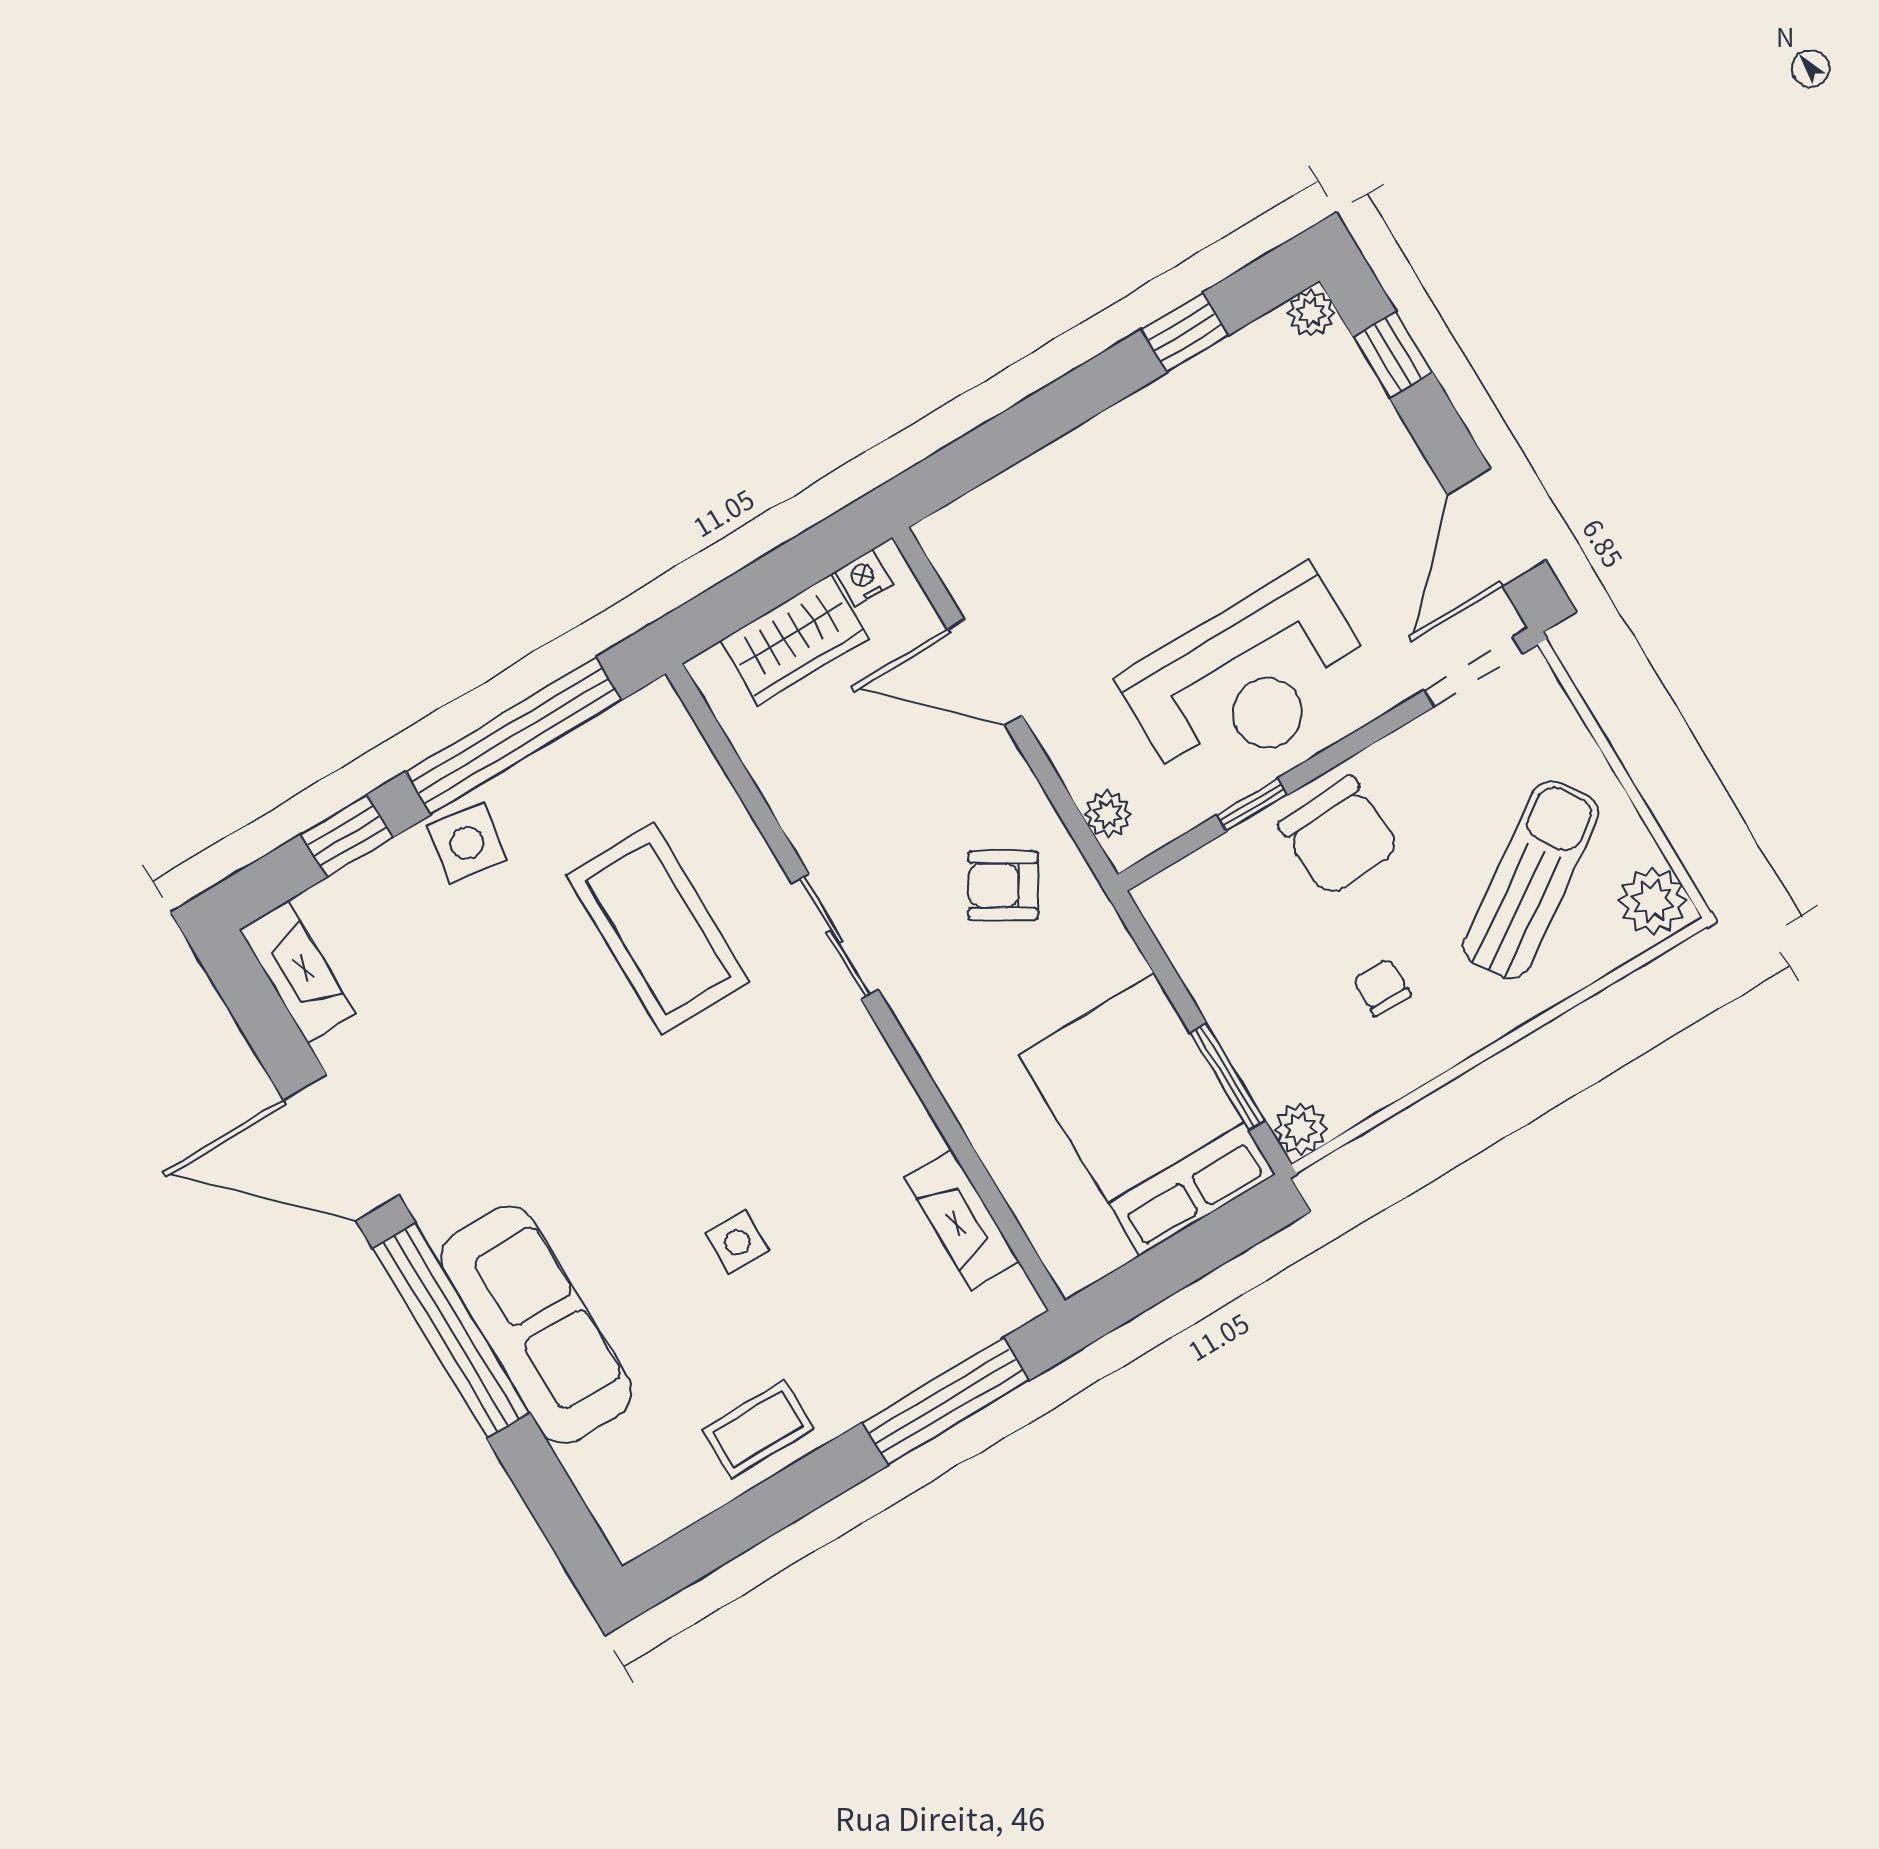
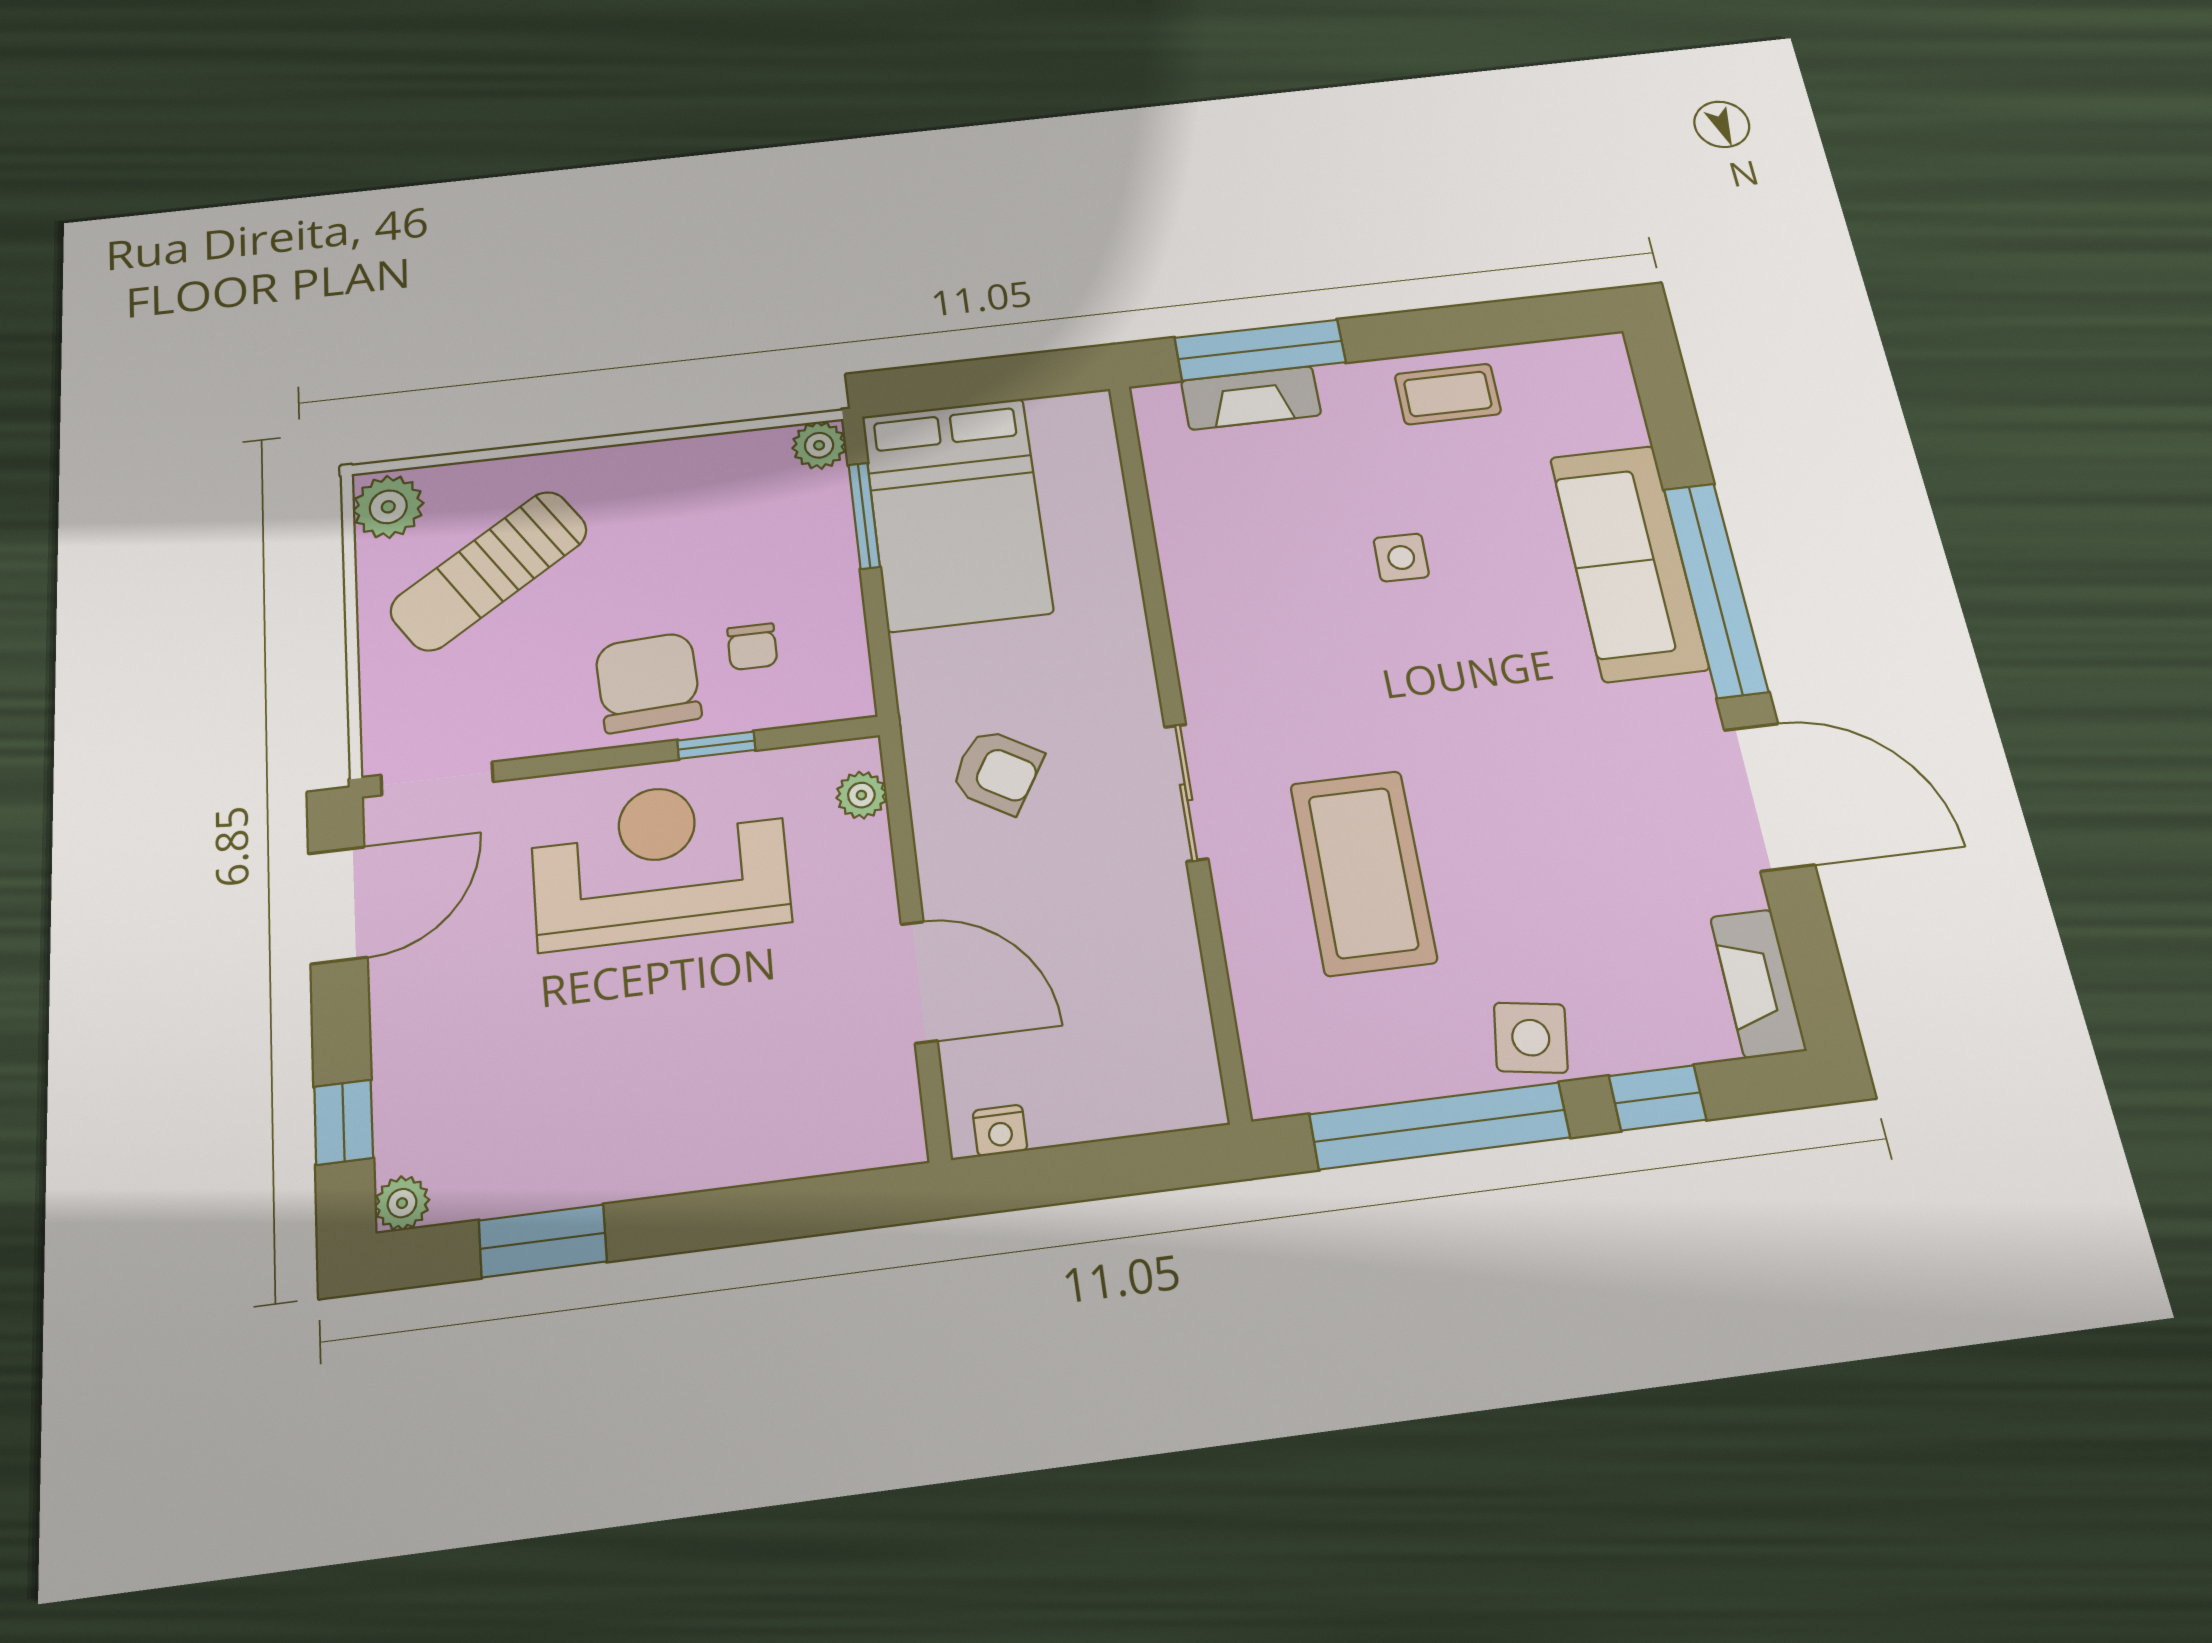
window: (1185, 332) -> (543, 1241), width x1.50
wardrobe: (794, 639) -> (1101, 1099), removed
chair: (1382, 987) -> (752, 647), moved
fireplace: (962, 1220) -> (1251, 398), moved, turned 90

